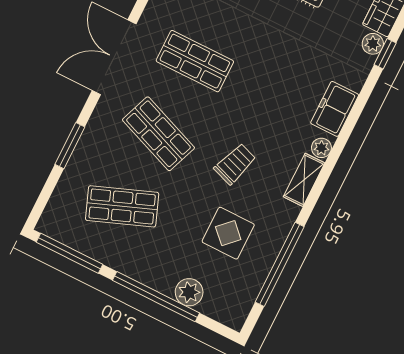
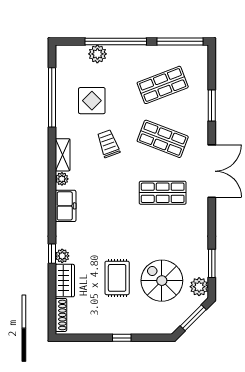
trolley: (235, 164) -> (108, 144), turned 141

